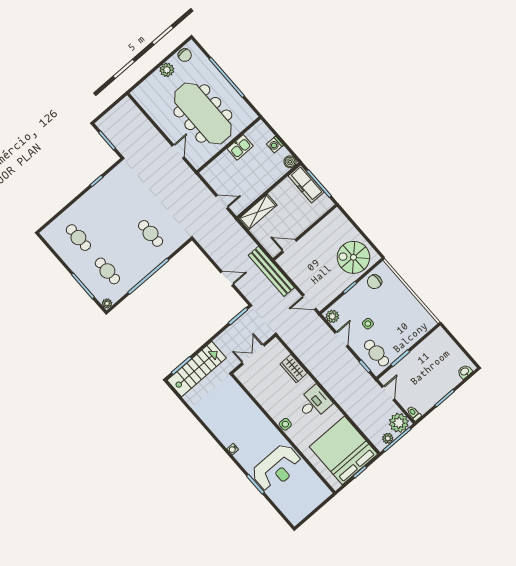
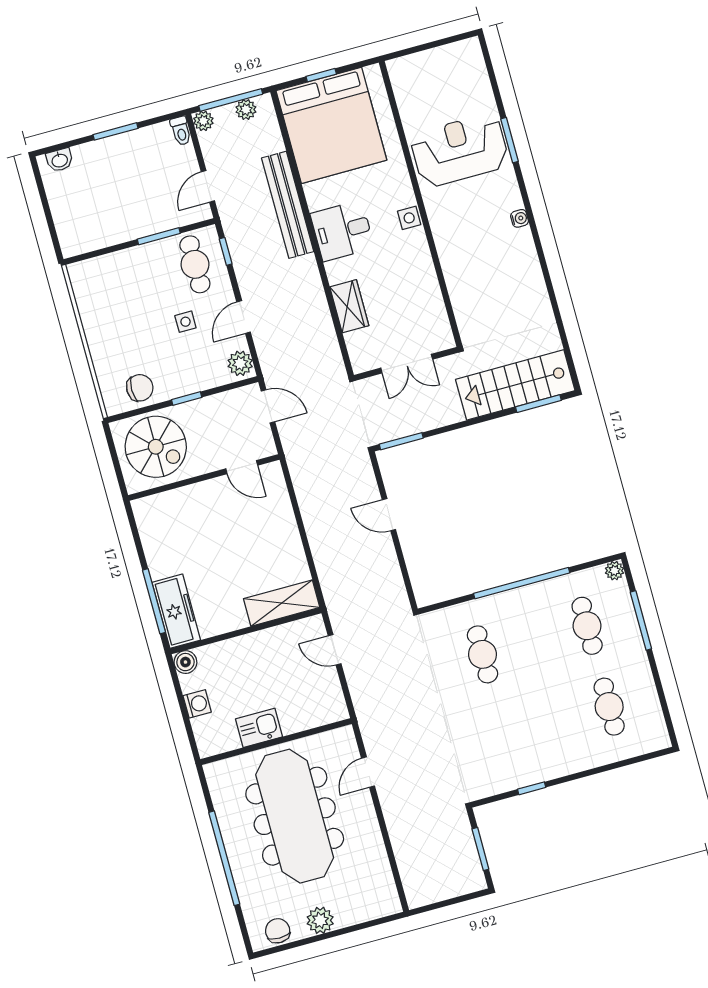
wall: (305, 232) -> (204, 477), moved
door: (289, 246) -> (242, 467), moved
bench: (271, 271) -> (288, 205), moved
plant: (399, 423) -> (203, 121), width x0.53, depth x0.53

